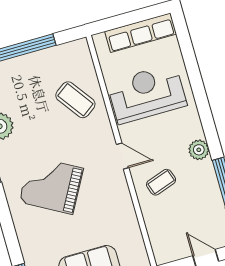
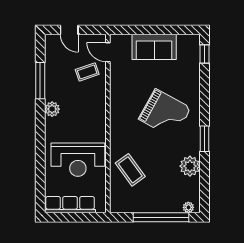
door: (123, 156) -> (108, 52), moved
coffee table: (161, 182) -> (87, 72), moved

